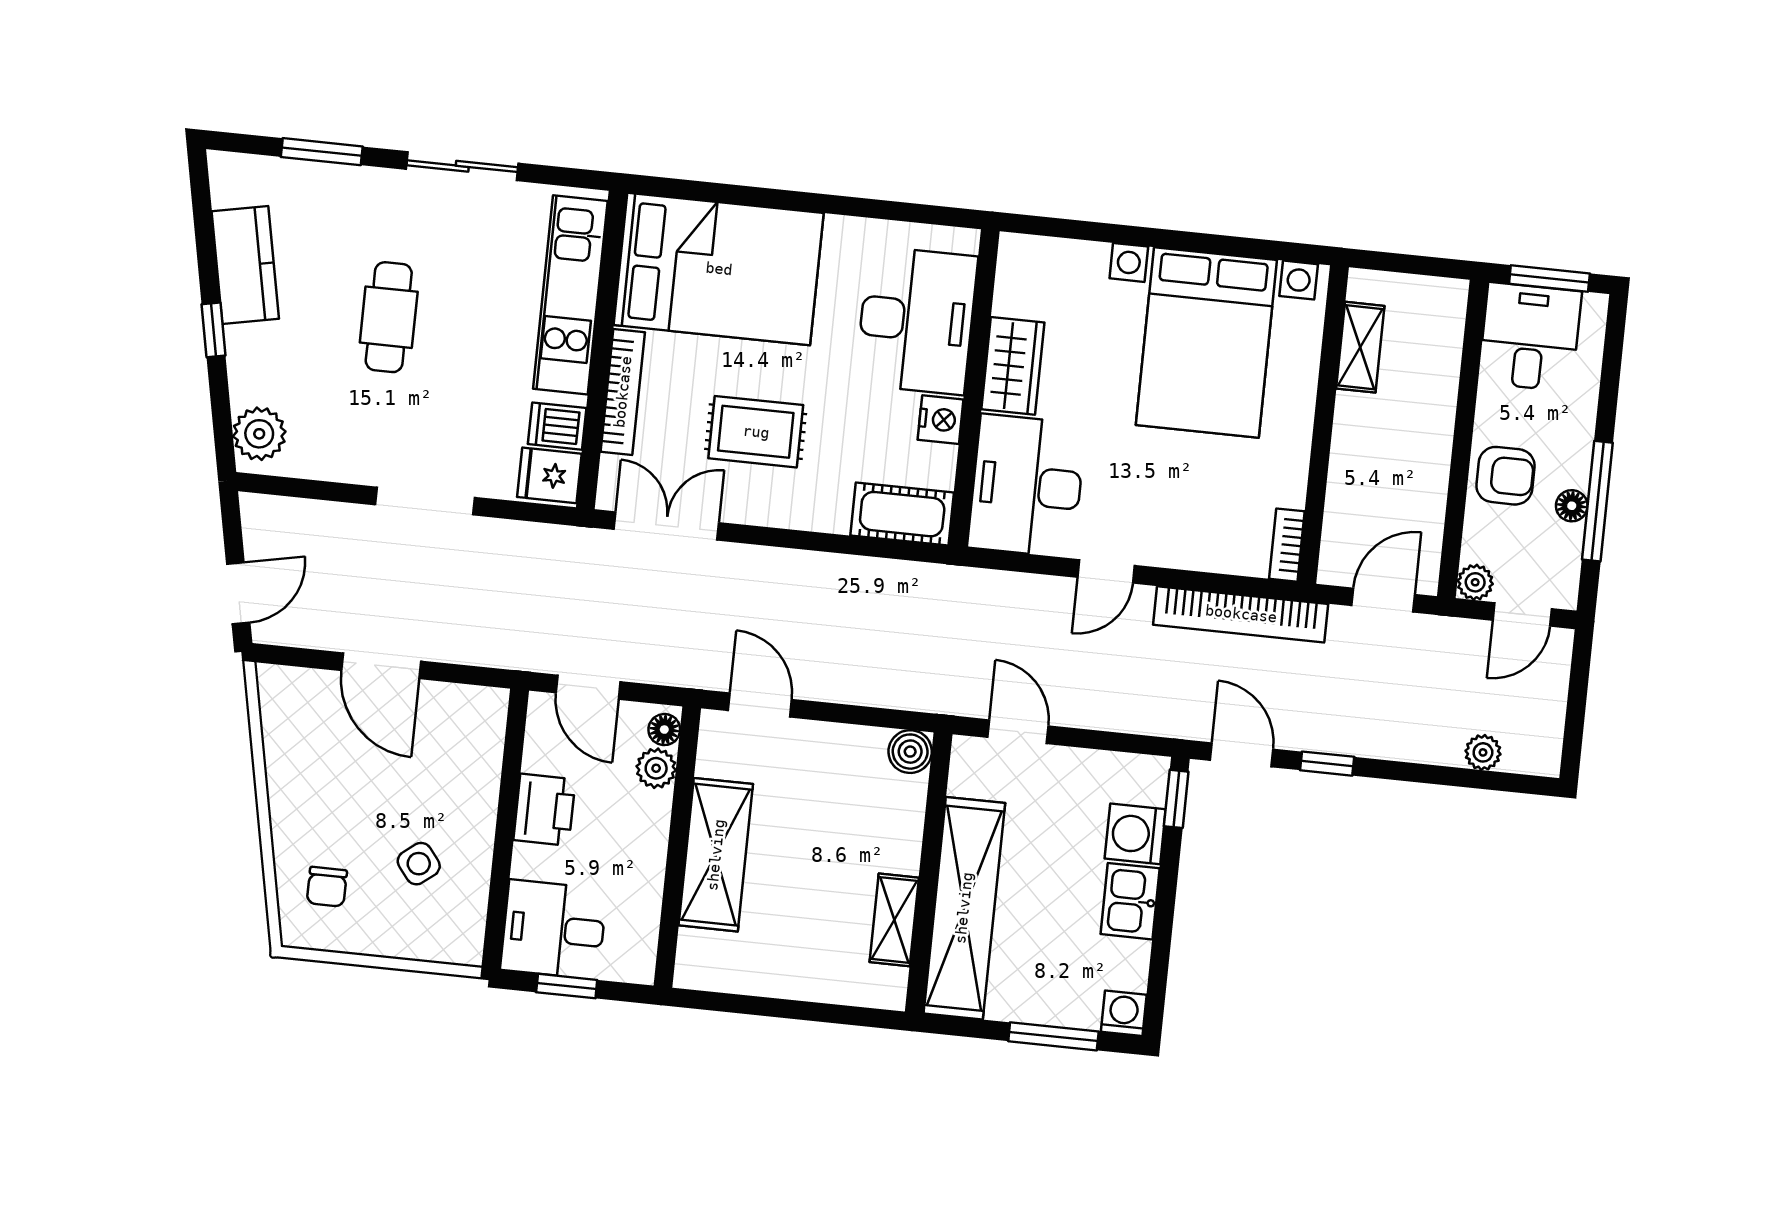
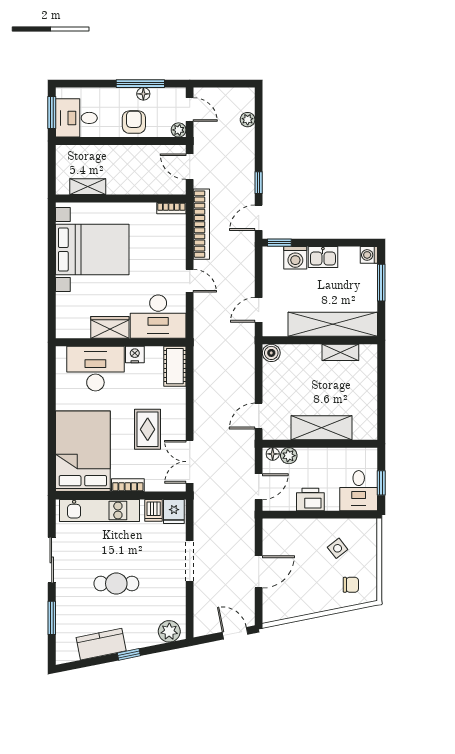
bookcase: (623, 392) -> (128, 485), width x0.64

